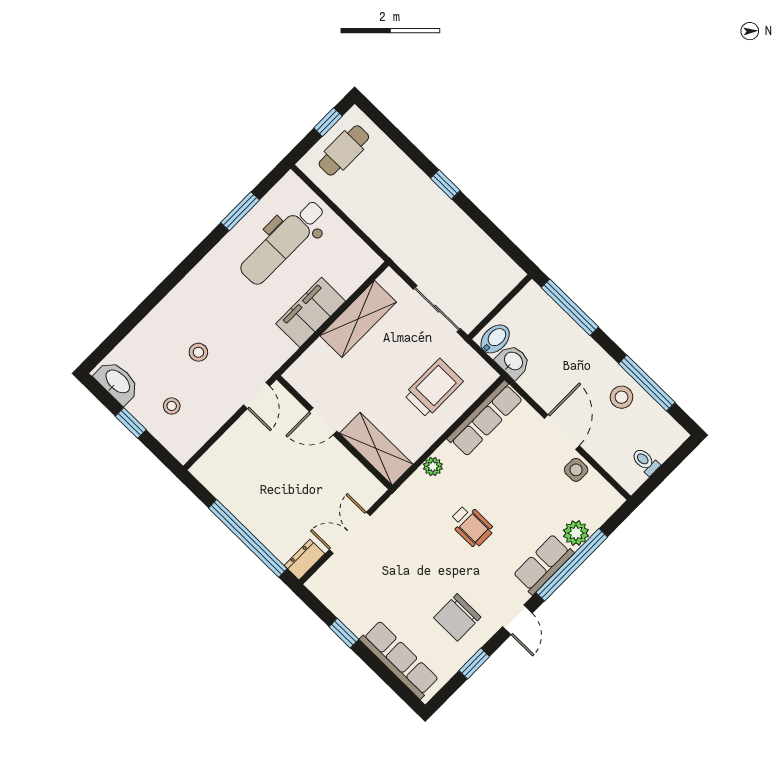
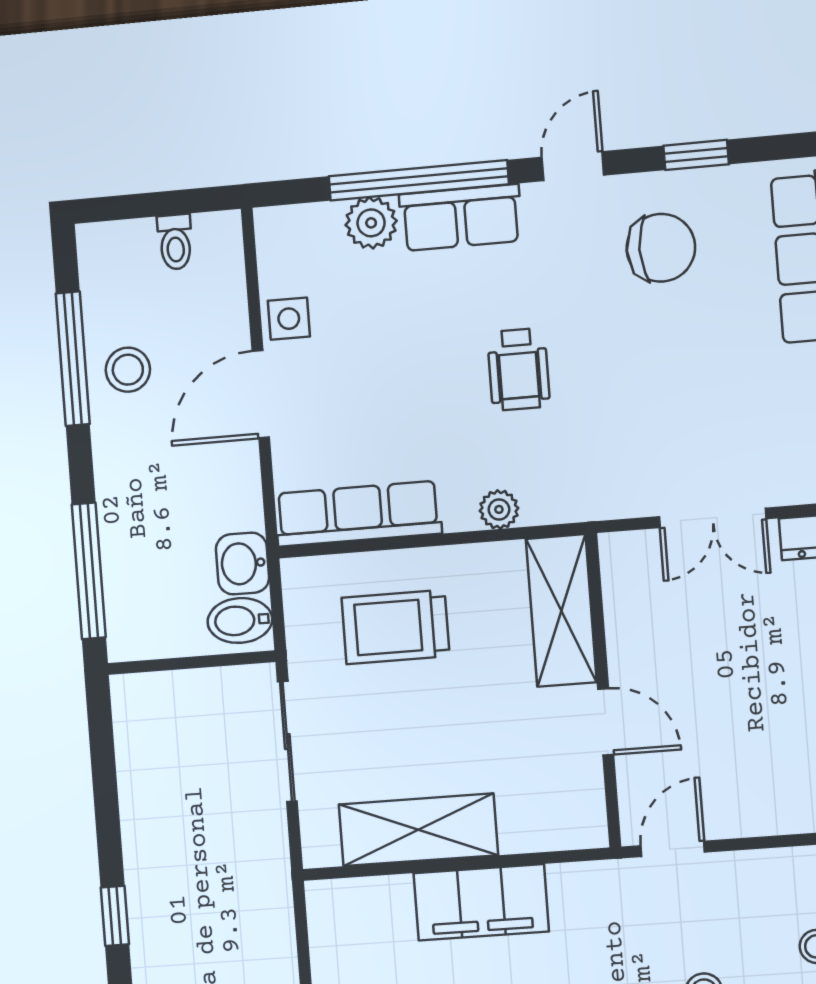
wheelchair: (471, 526) -> (518, 369), turned 180

